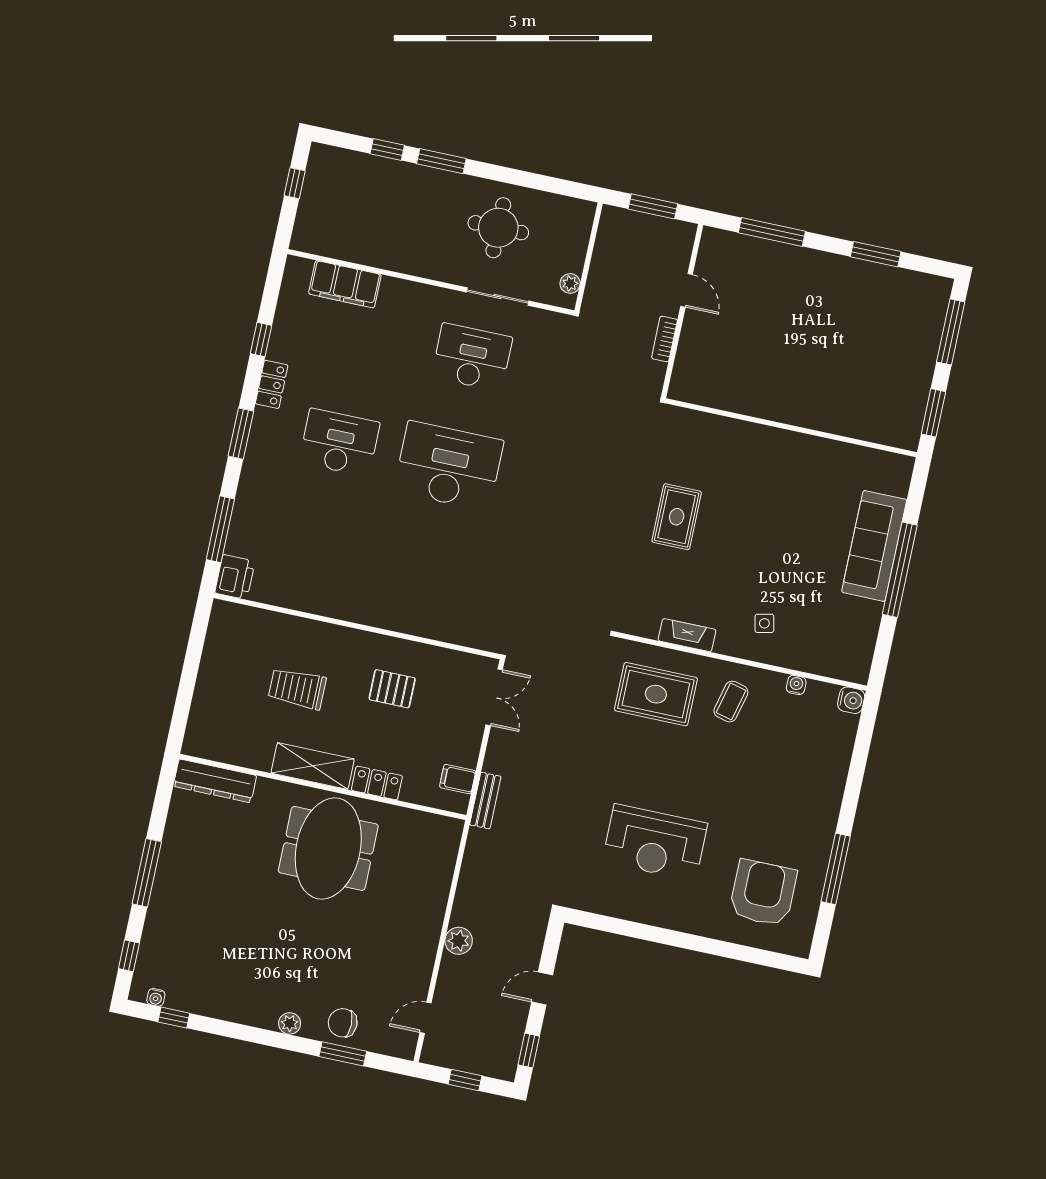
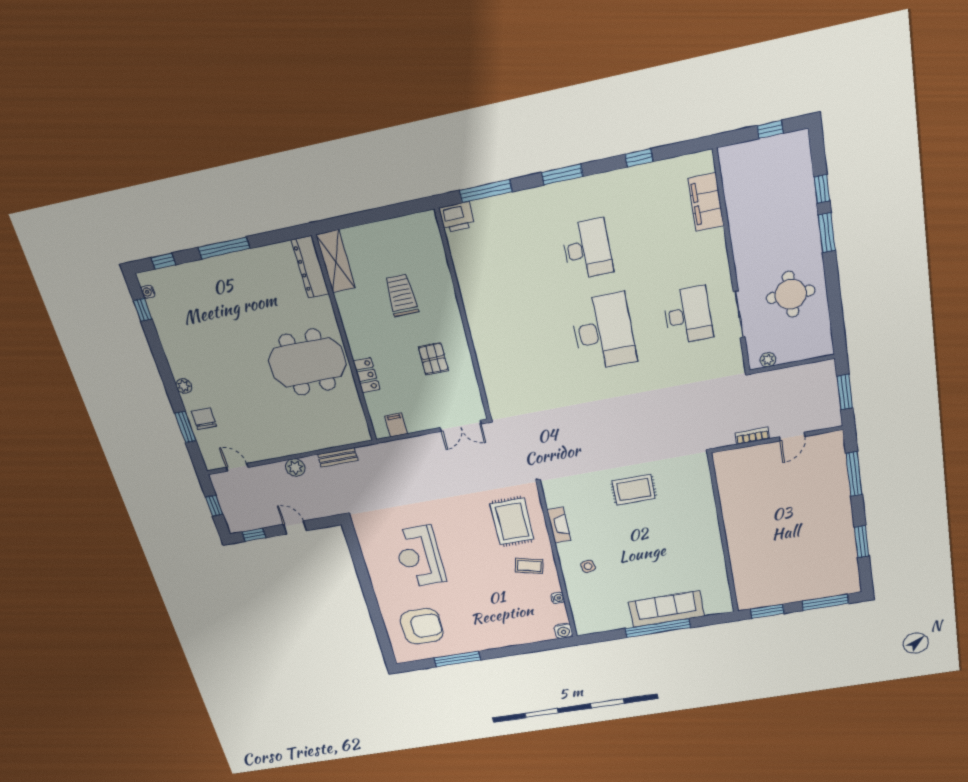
locker: (272, 384) -> (609, 181), removed
shelving: (313, 766) -> (336, 261), moved
bench: (485, 801) -> (338, 457), moved

